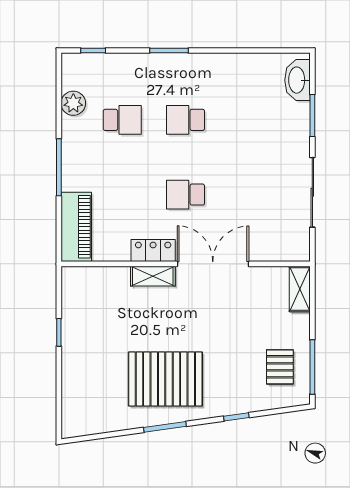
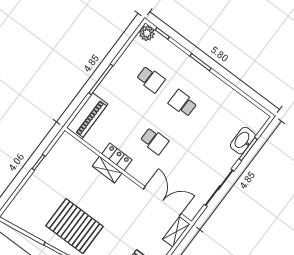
washbasin: (297, 80) -> (243, 141), moved
plant: (73, 103) -> (147, 33), moved
school desk: (186, 195) -> (154, 141), turned 180
double door: (213, 264) -> (162, 201), moved

